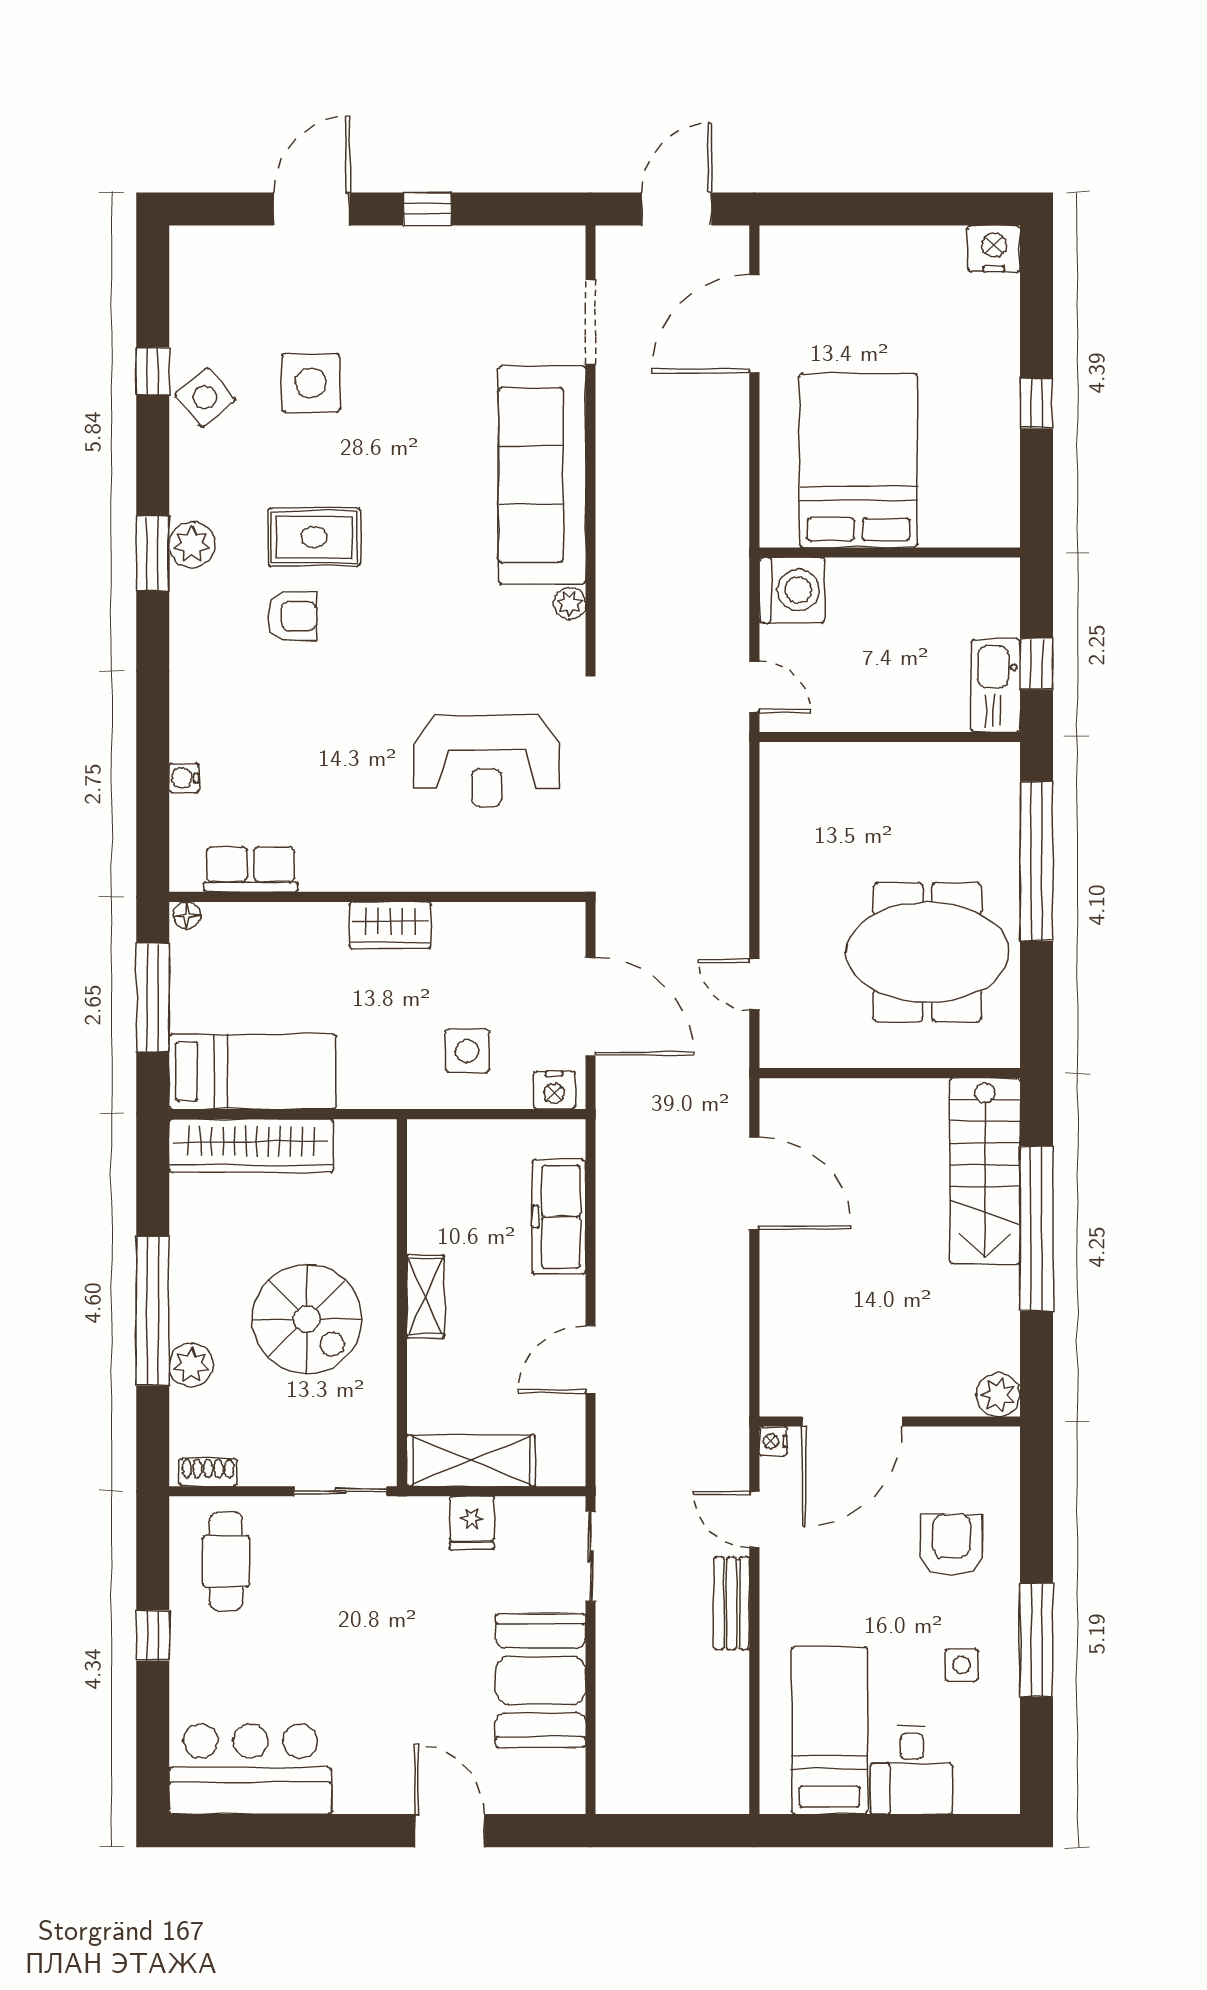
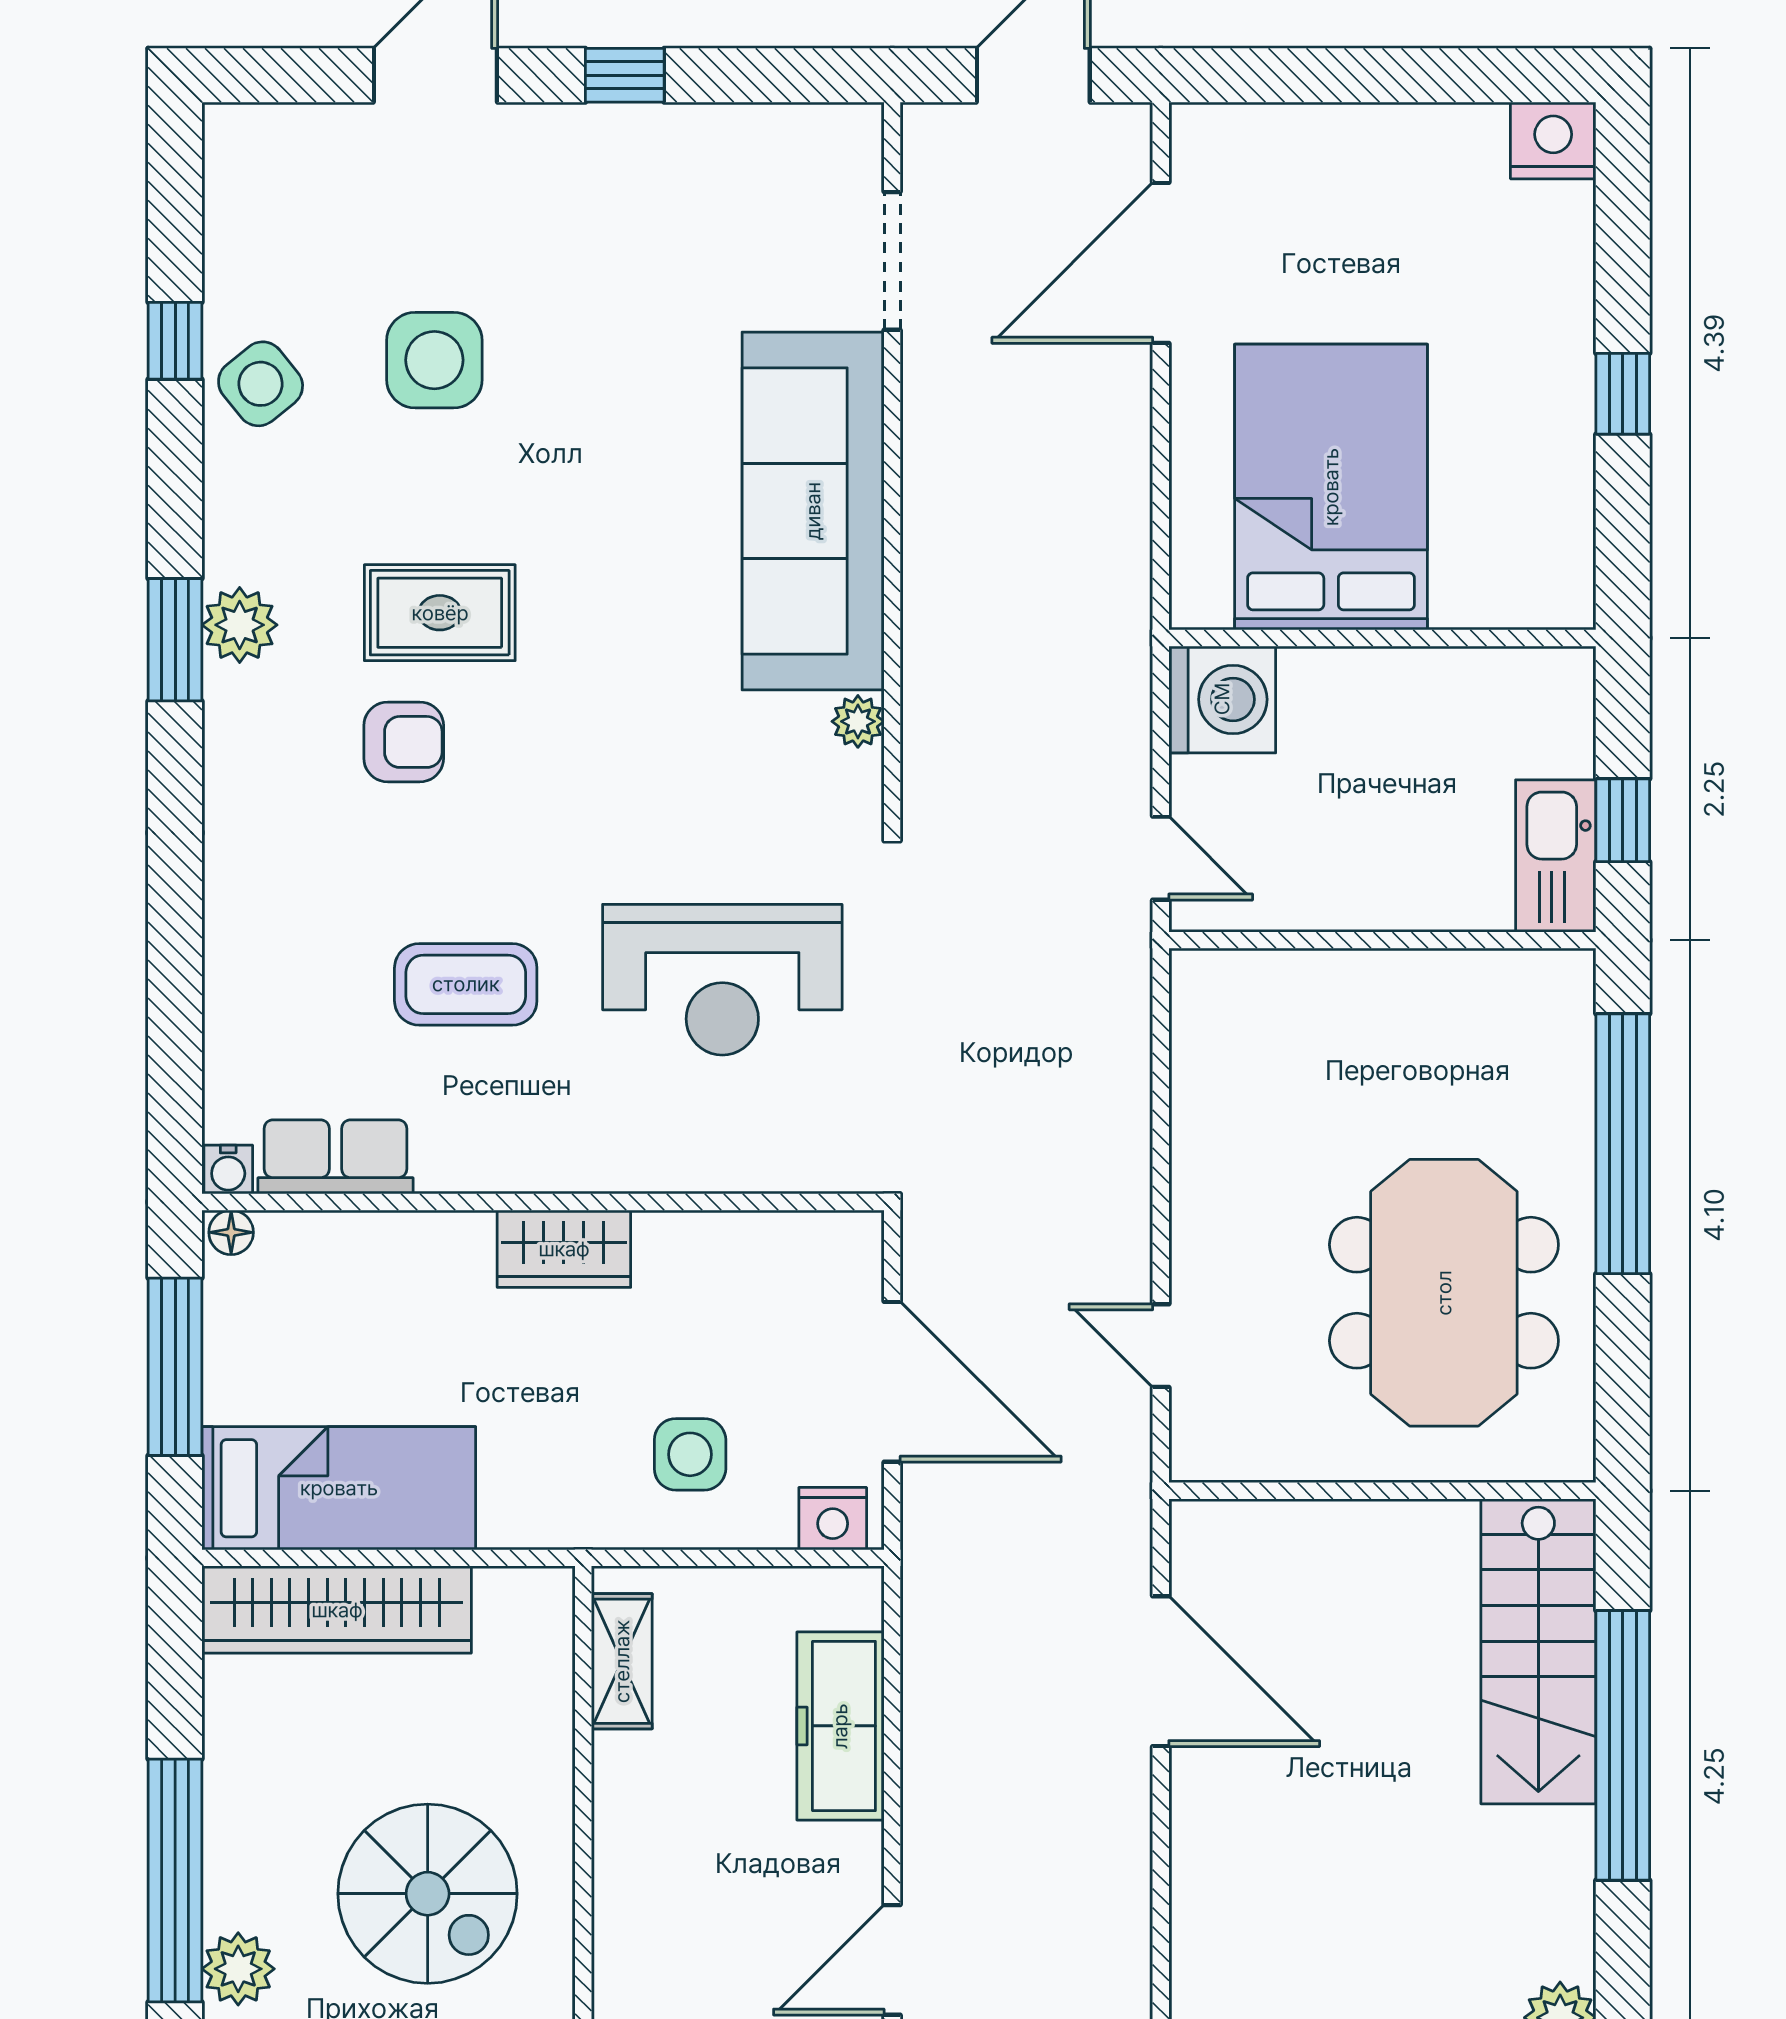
coffee table: (330, 764) -> (466, 984), added
water cooler: (184, 778) -> (228, 1170), moved, turned -90
meeting table: (927, 952) -> (1444, 1293), turned 90
shelving: (425, 1296) -> (622, 1661), moved

